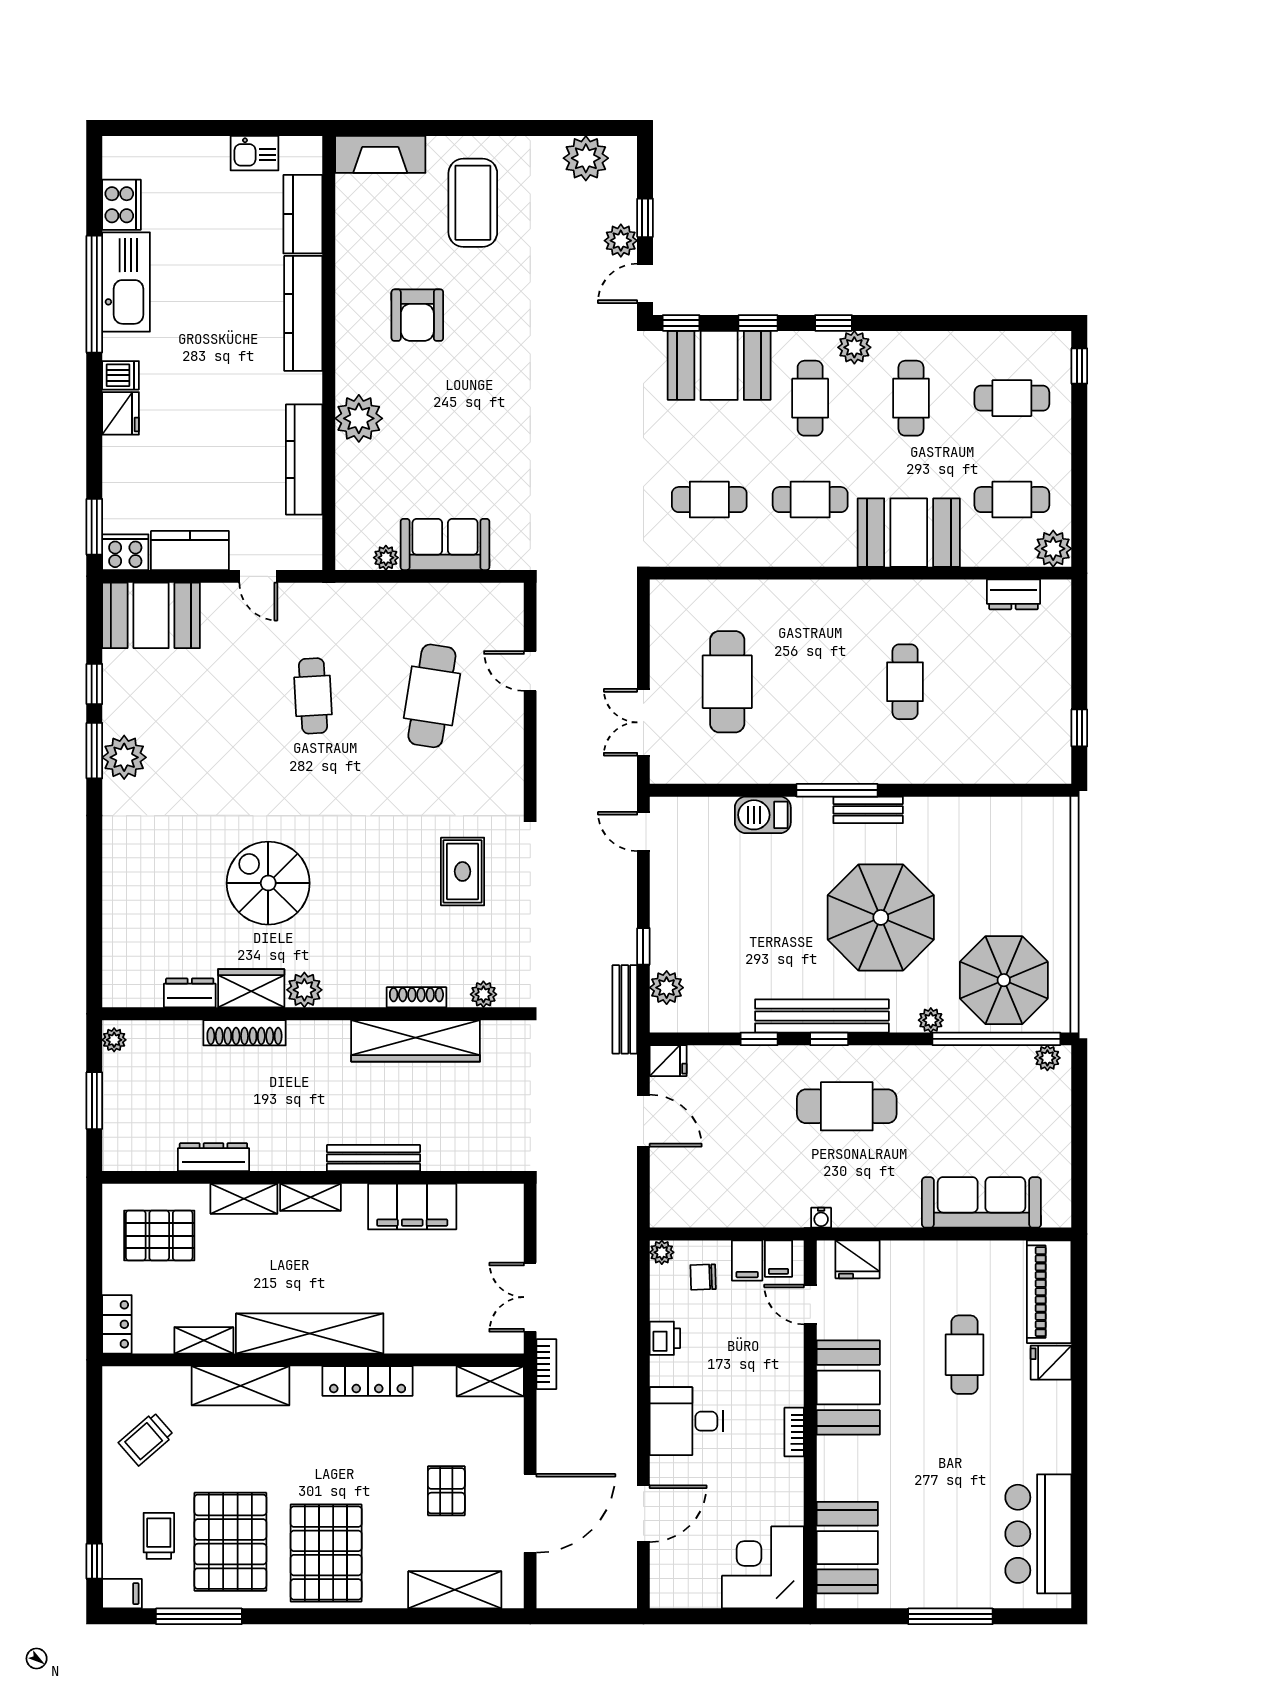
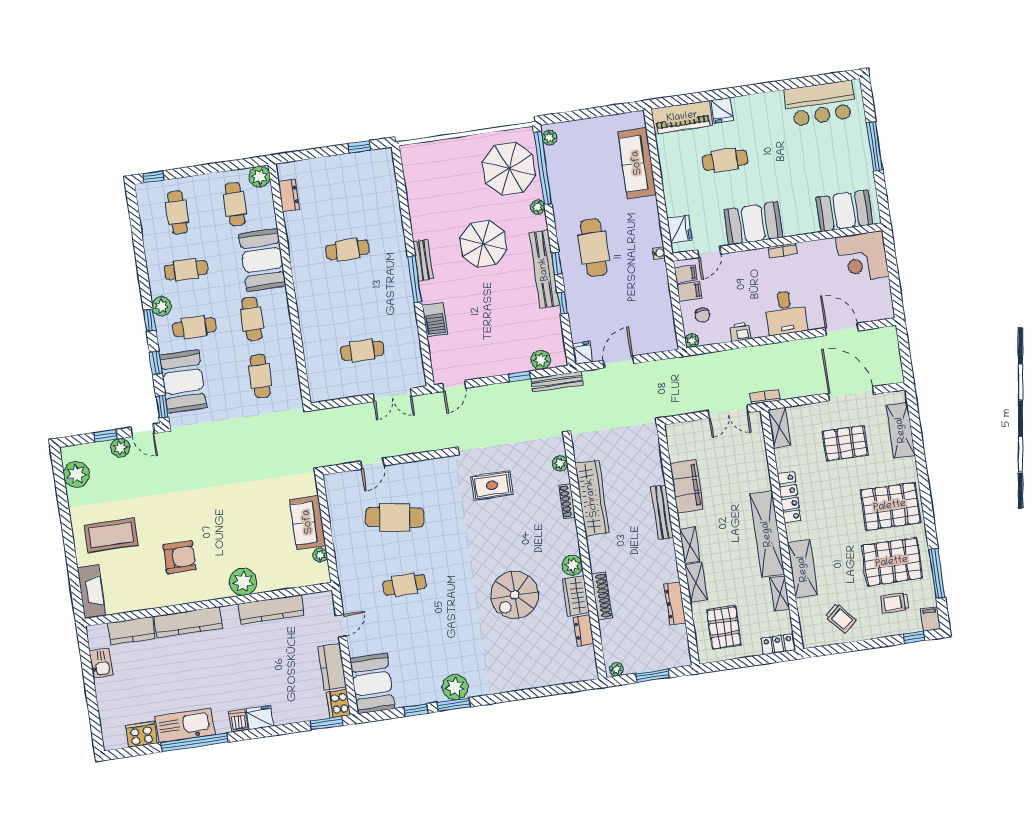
cafe table: (727, 682) -> (362, 351), width x0.73, depth x0.74
parasol: (881, 917) -> (483, 244), width x0.73, depth x0.73
pallet: (446, 1491) -> (845, 443), width x1.50, depth x1.42

